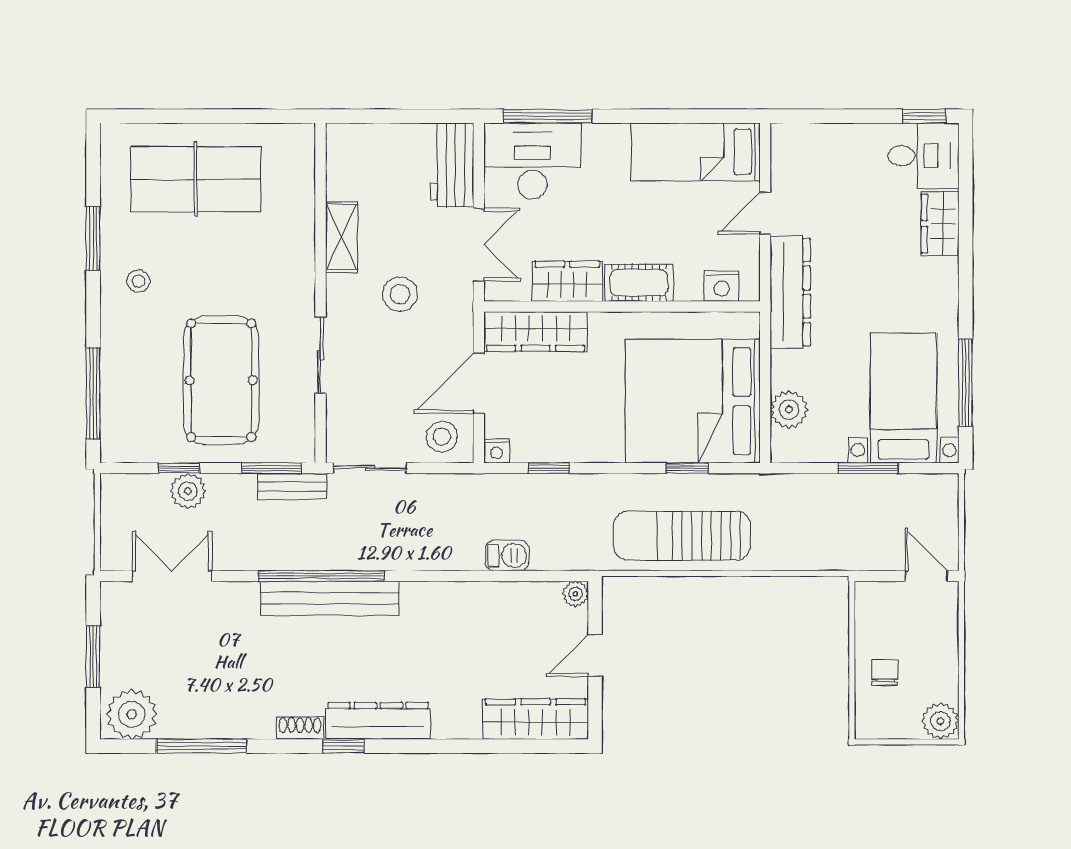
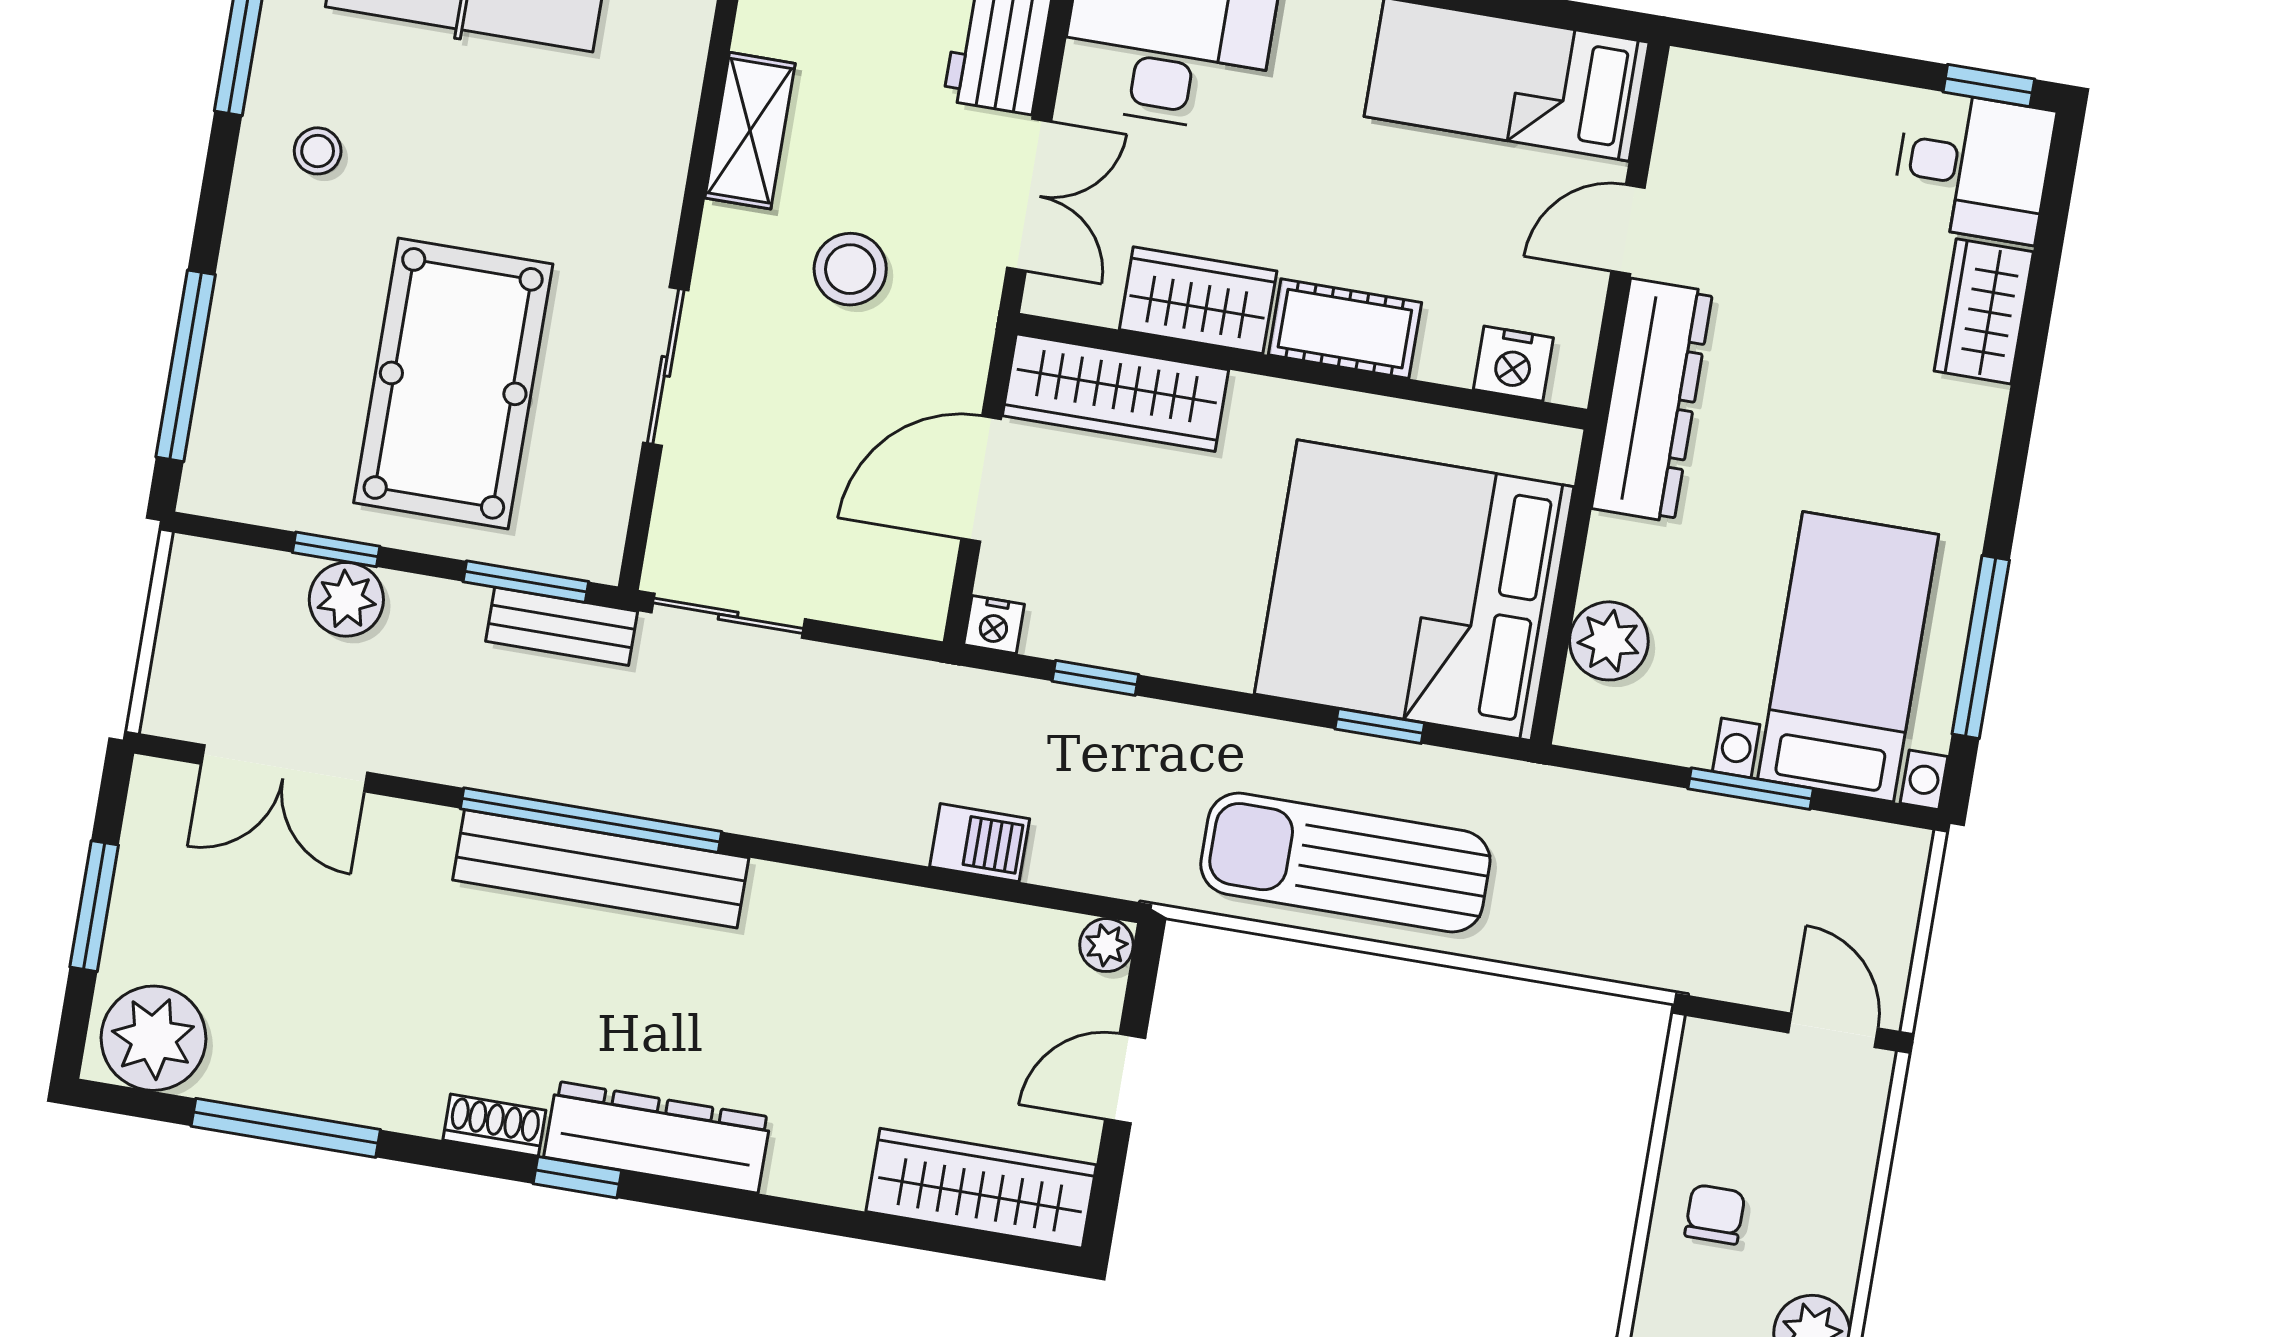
stool: (442, 437) -> (887, 576), removed
double door: (172, 576) -> (284, 768), swing flipped

